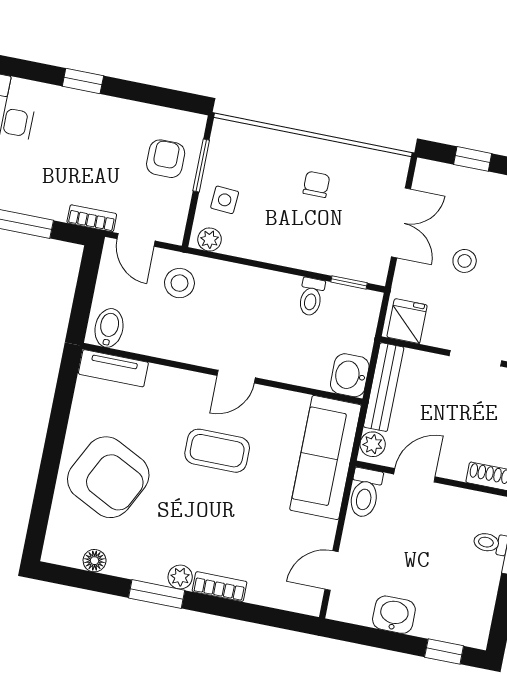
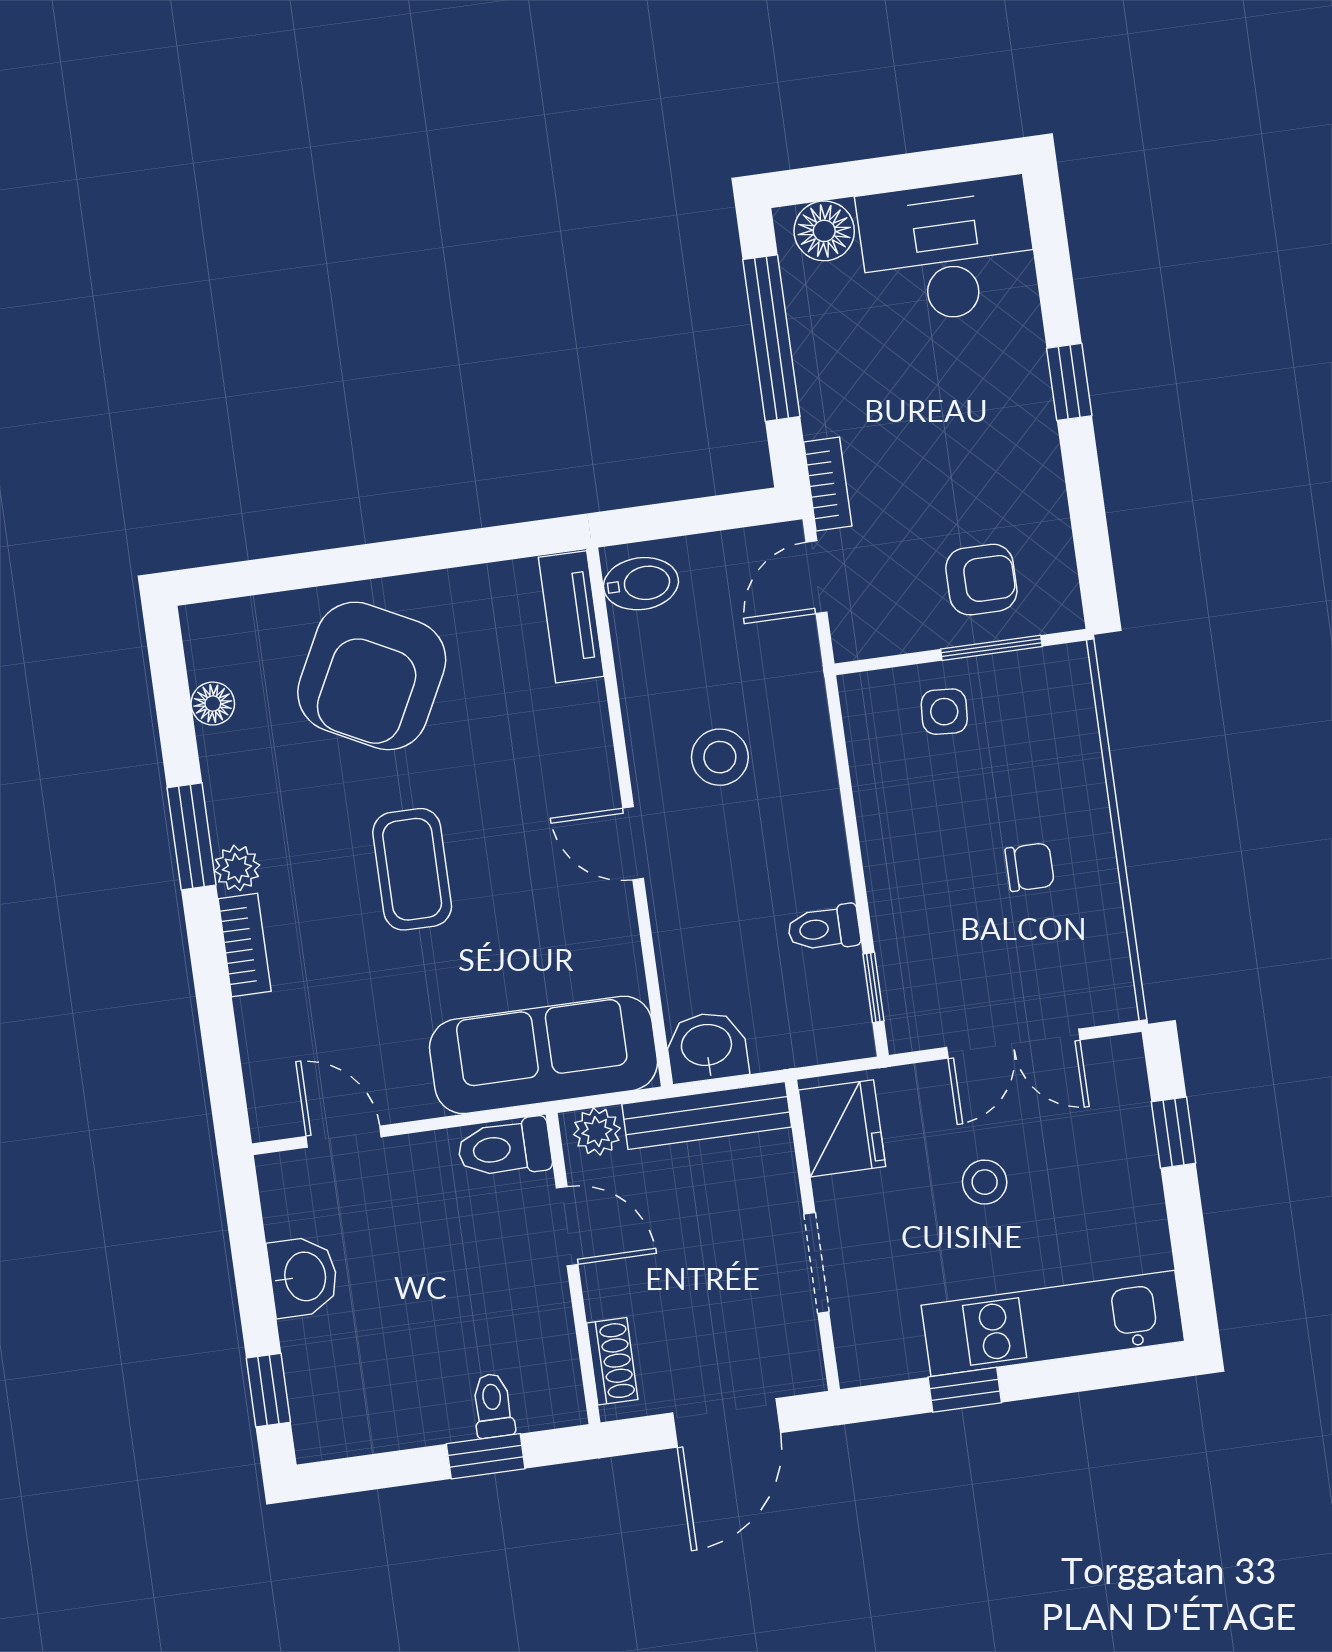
plant: (210, 240) -> (863, 709), removed
stool: (179, 283) -> (720, 757), moved
fridge: (407, 321) -> (842, 1128), width x1.38
coffee table: (217, 451) -> (412, 869), moved

